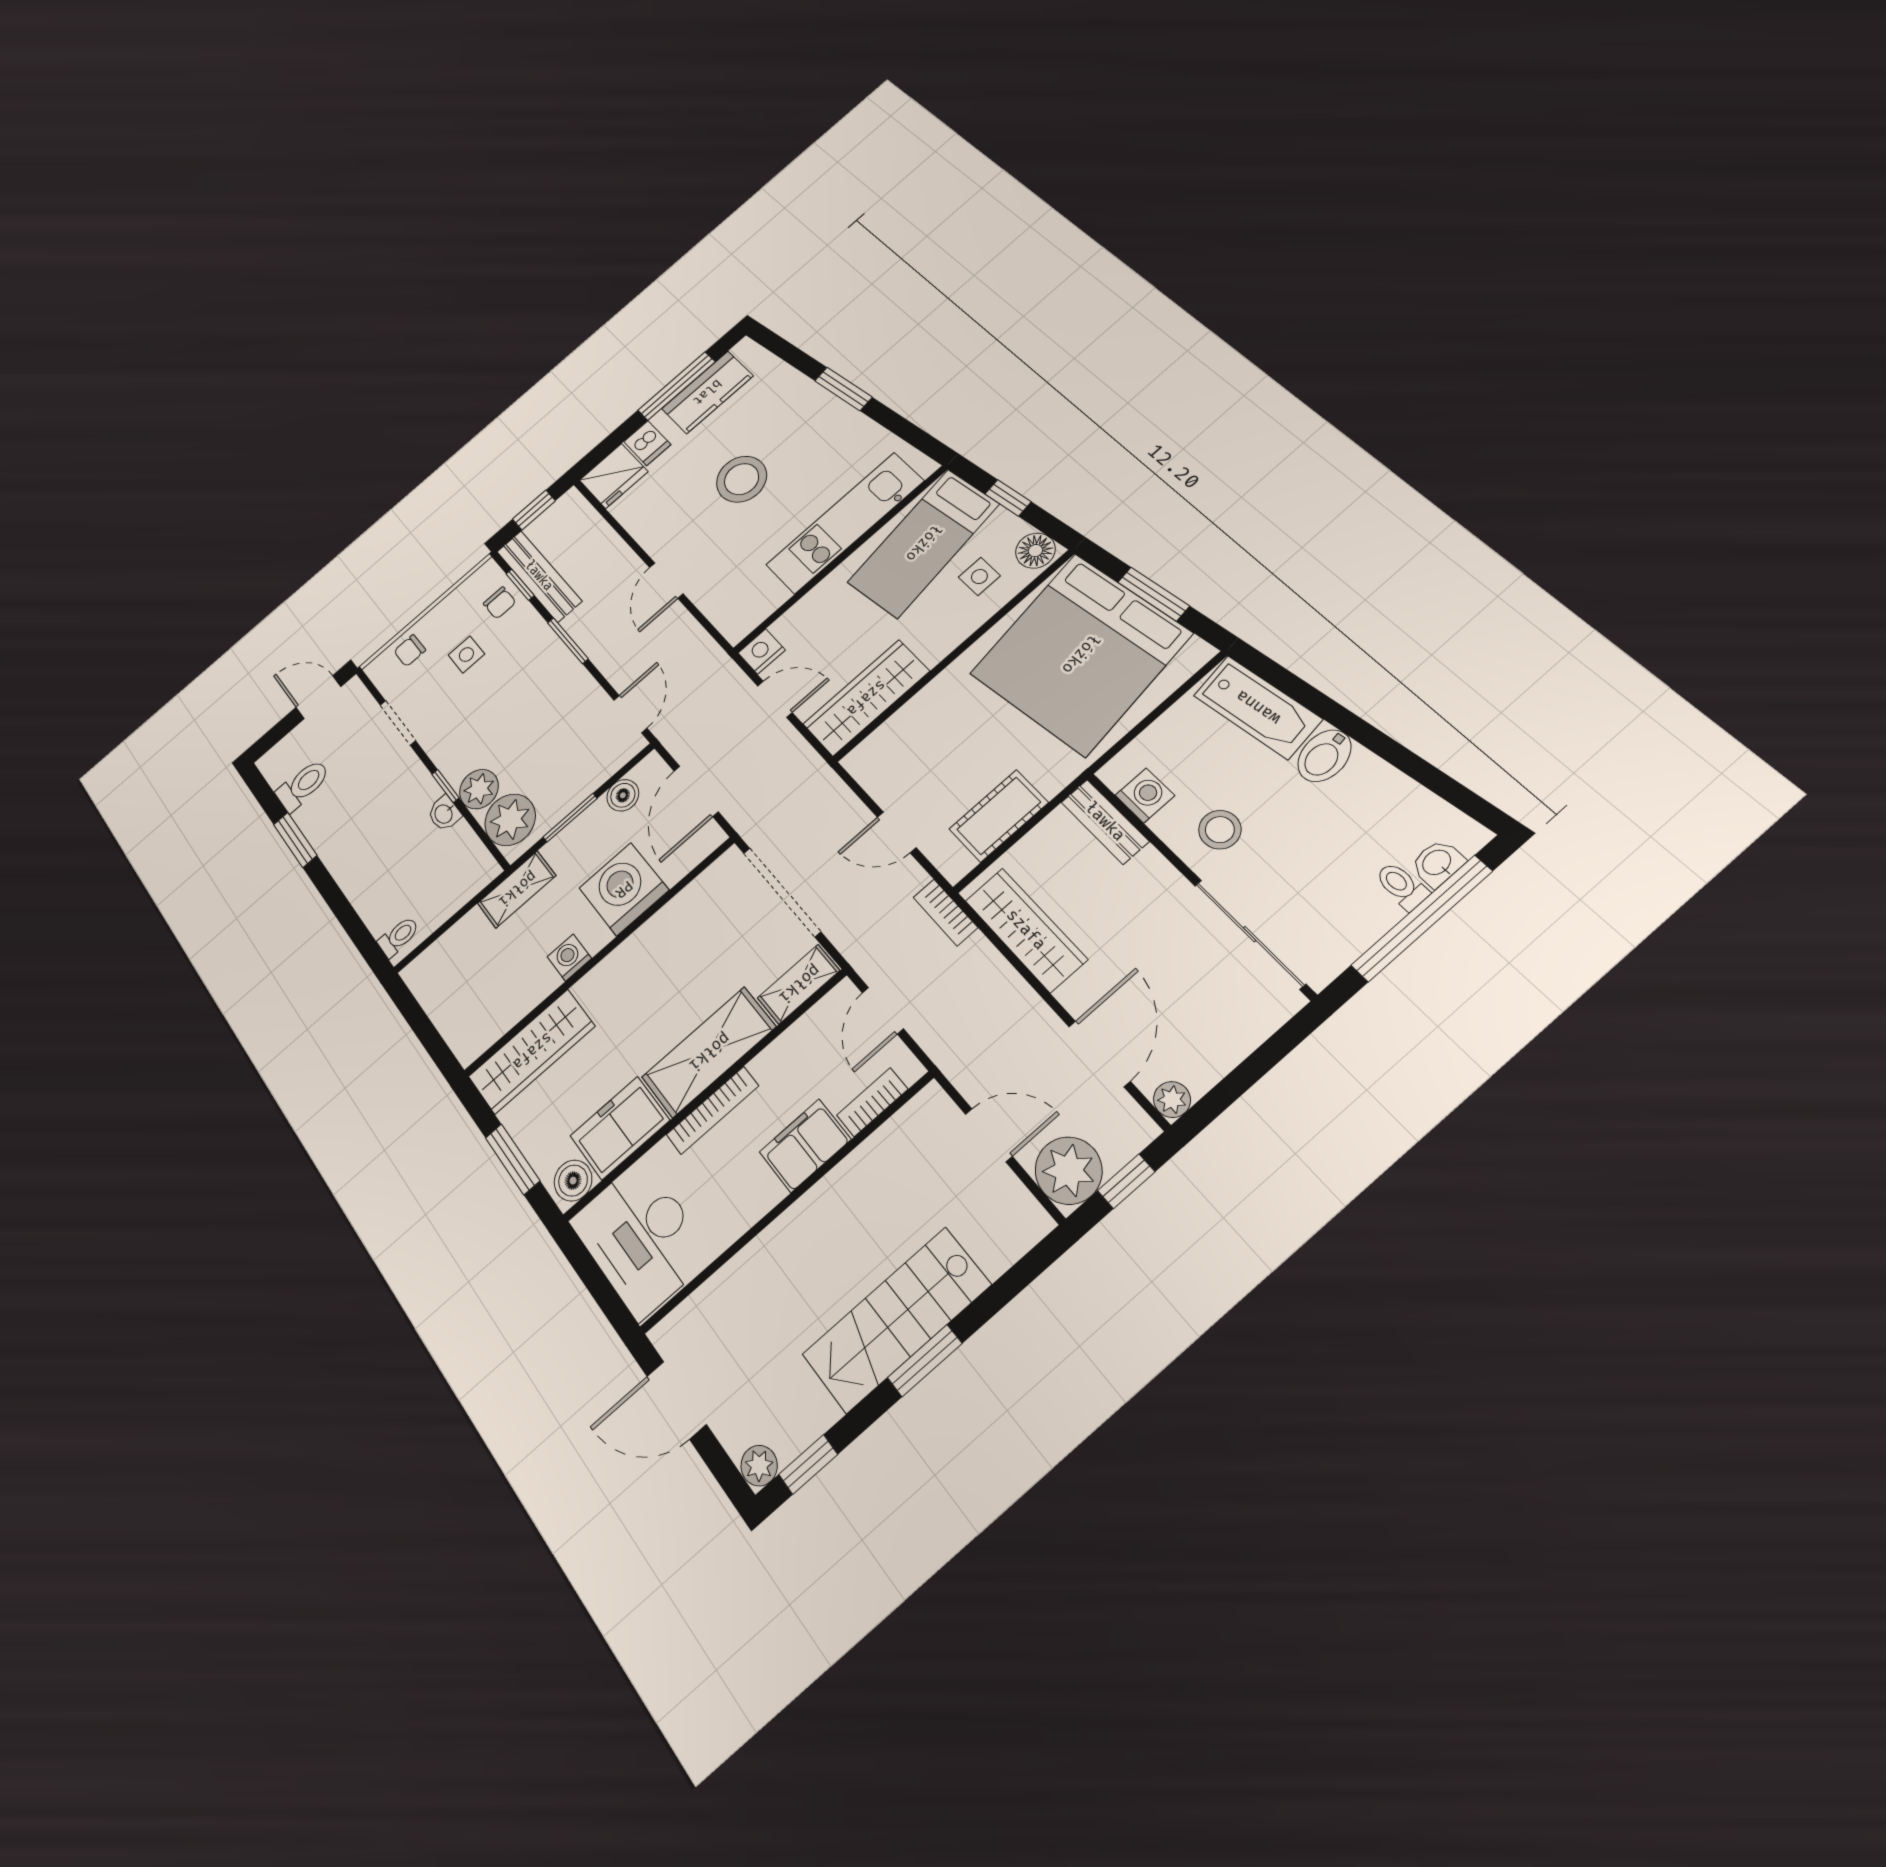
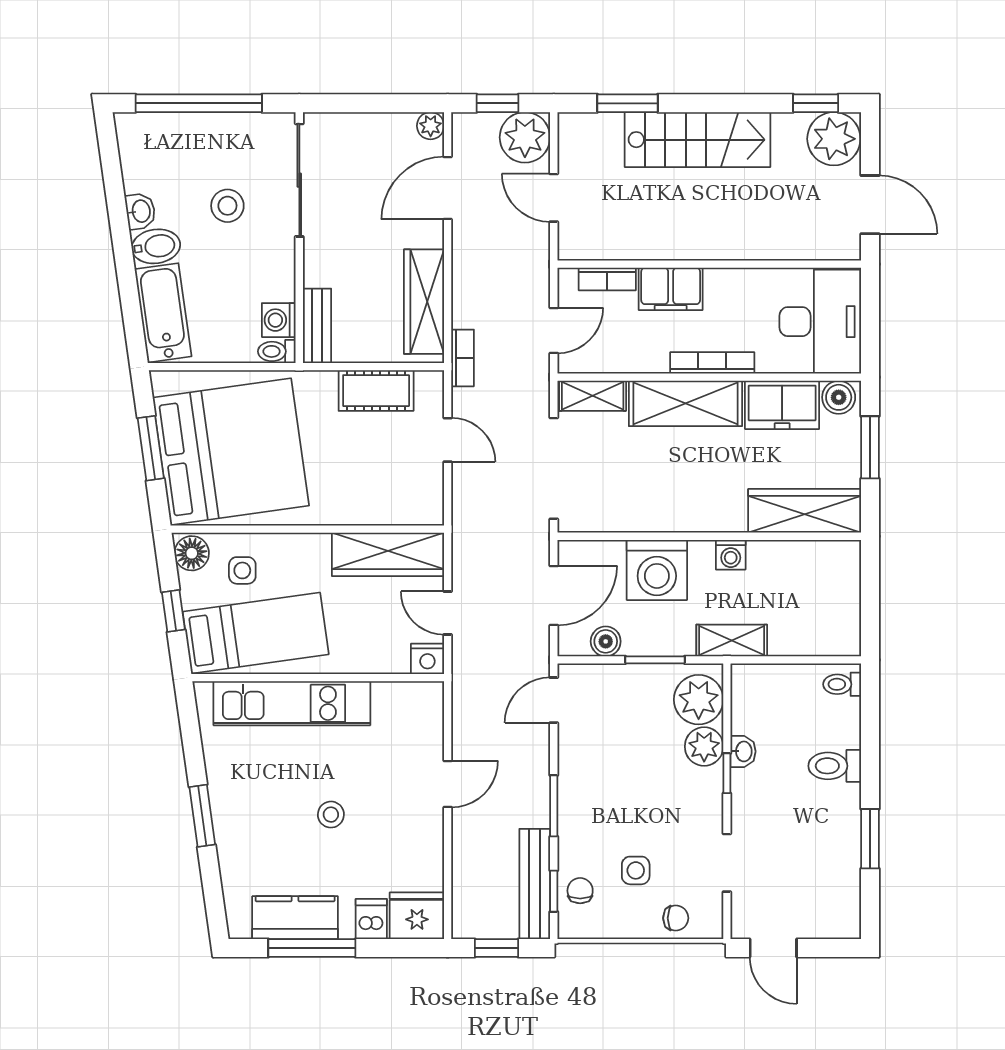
stool: (742, 479) -> (331, 815), width x0.53, depth x0.53
toilet: (303, 785) -> (835, 766), moved
stool: (1220, 830) -> (227, 206), moved
washbasin: (1437, 863) -> (140, 211), moved, turned -98
toilet: (1402, 886) -> (277, 351), moved, turned 90
window: (925, 1361) -> (627, 103), moved
plant: (759, 1466) -> (834, 139), width x1.87, depth x1.87

